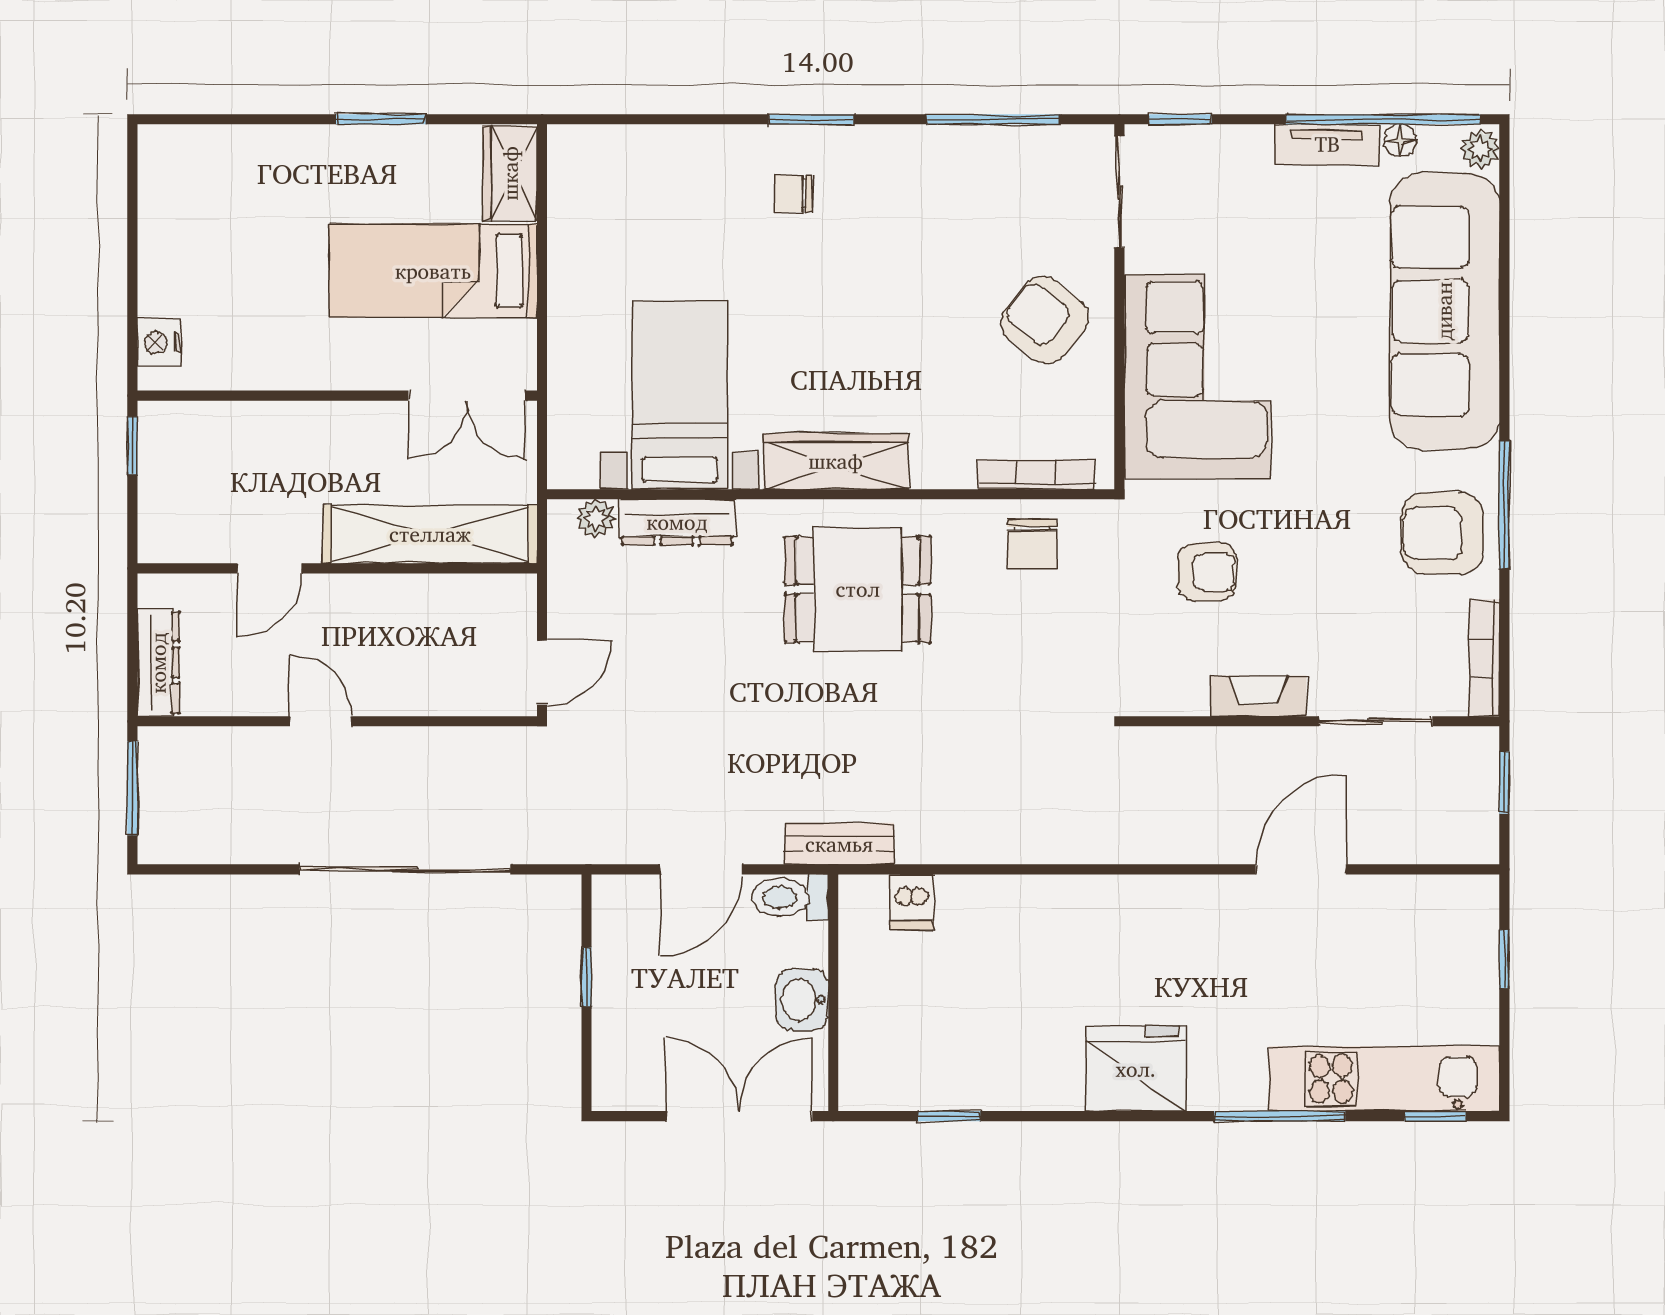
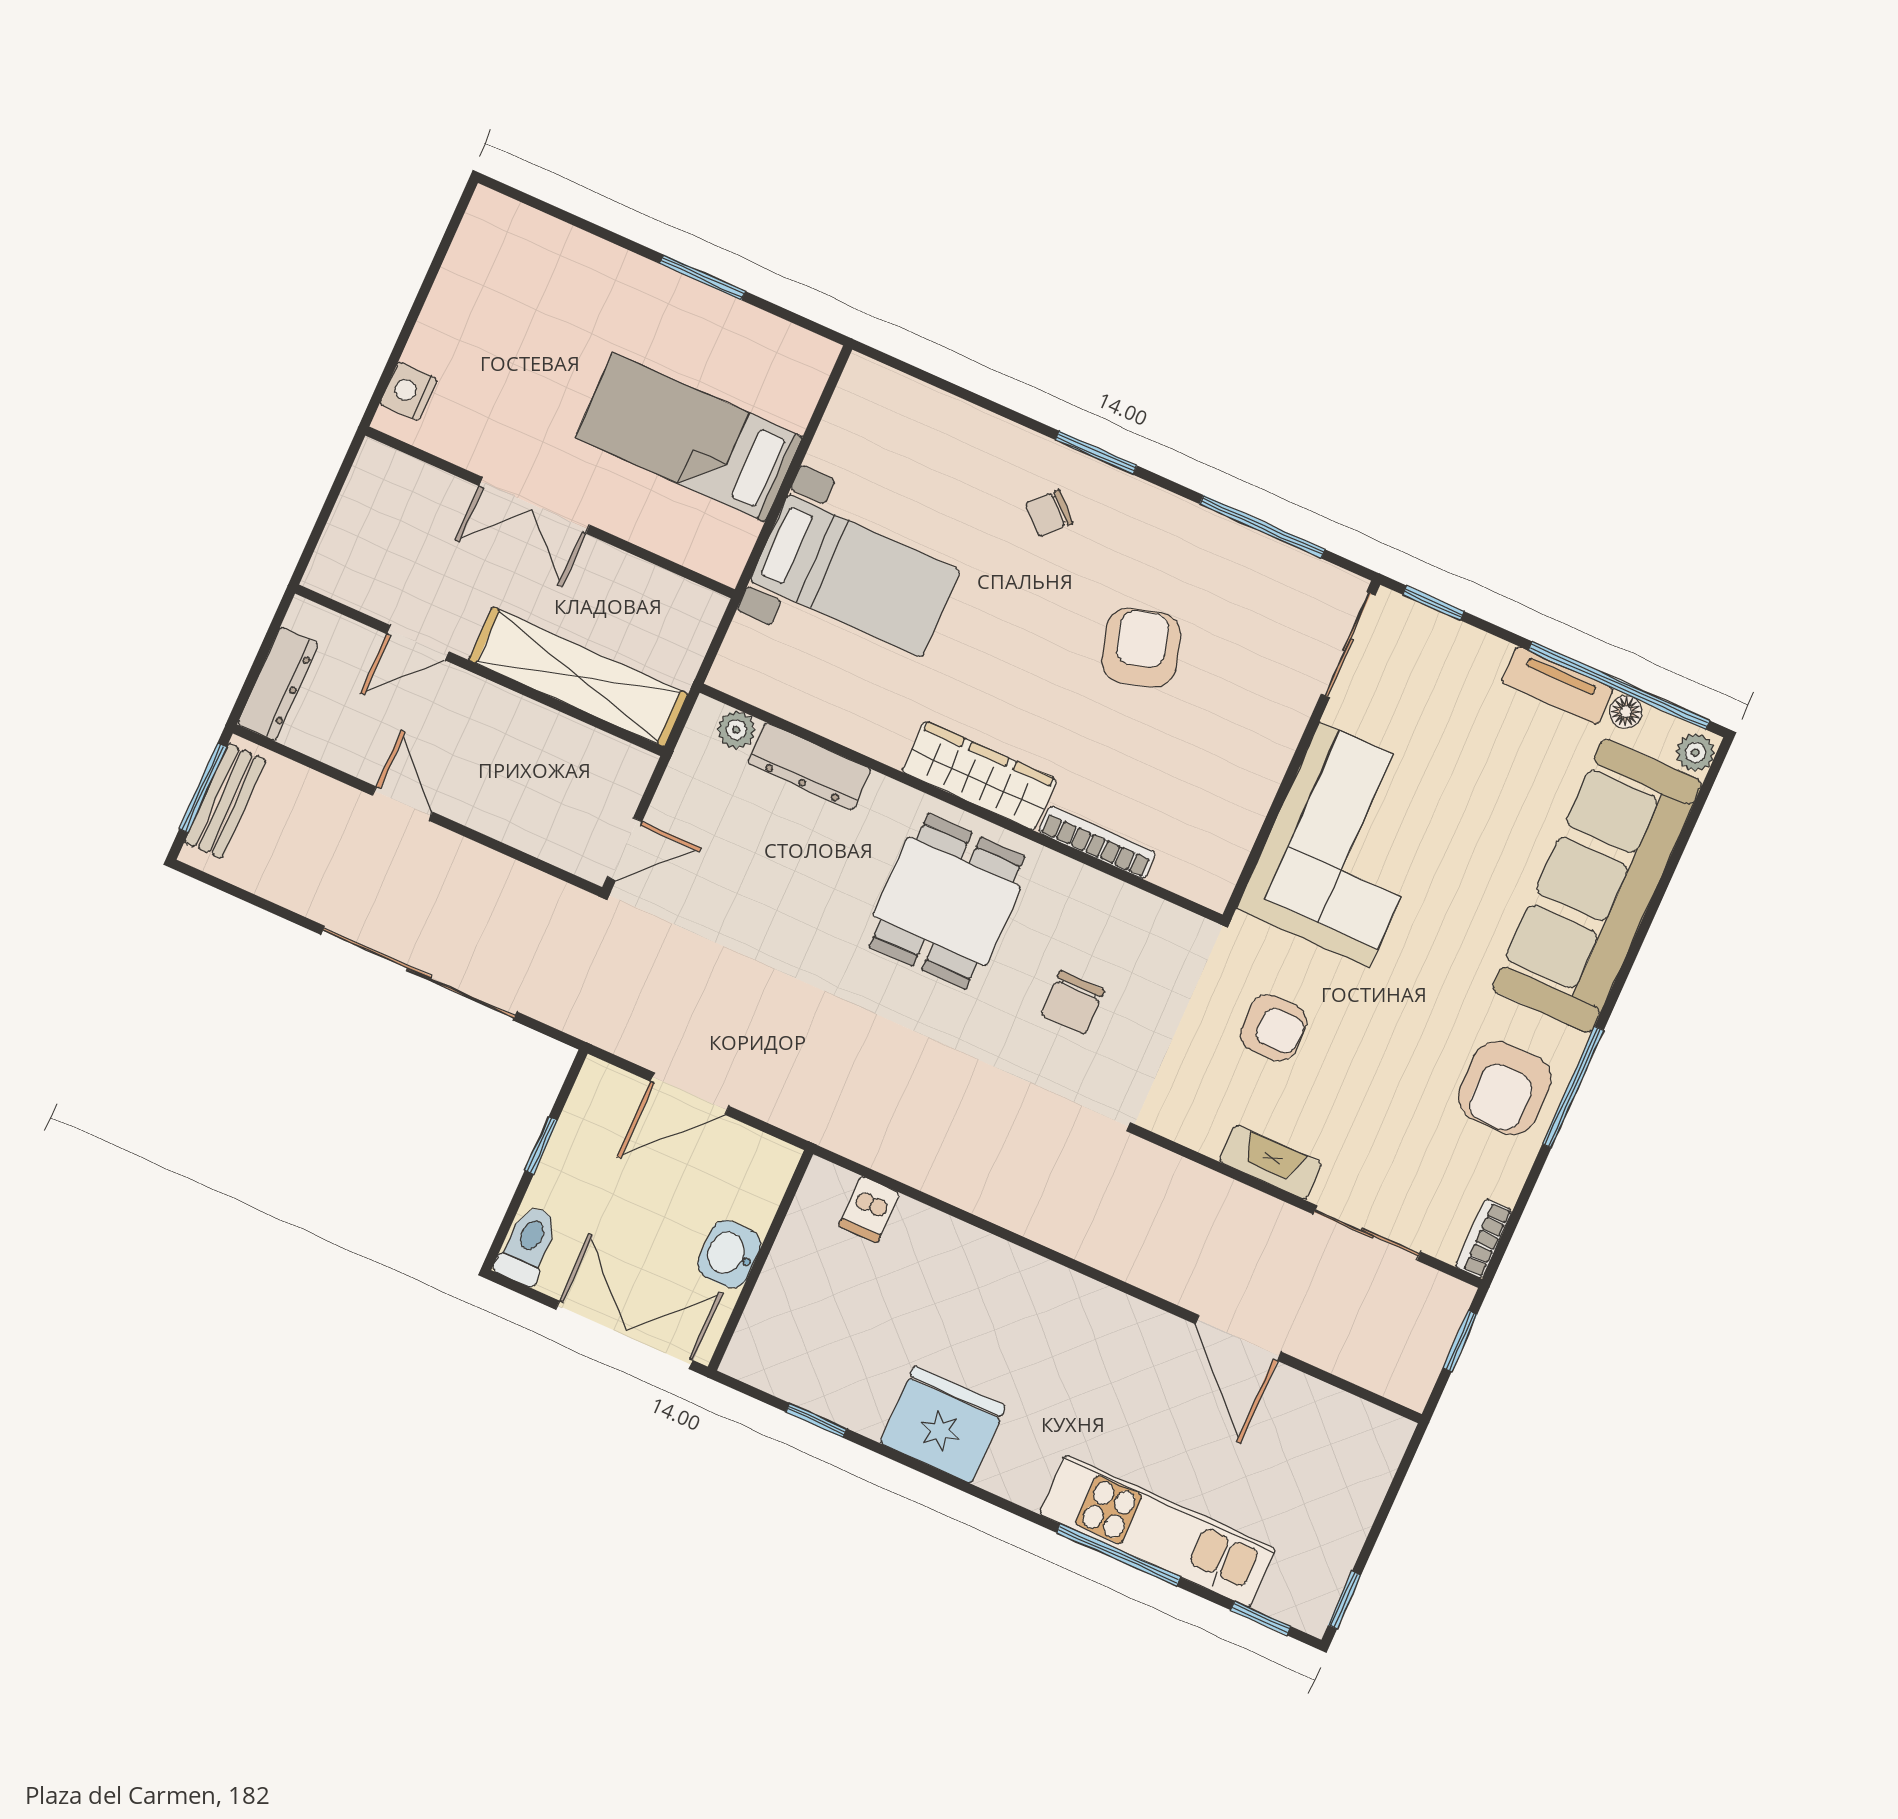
wardrobe: (510, 173) -> (798, 379), removed
chair: (793, 193) -> (1049, 513), turned -46
armchair: (1045, 320) -> (1141, 648), moved, turned 35
bed with nightstands: (680, 395) -> (855, 576), moved, turned 90
double door: (467, 396) -> (534, 505), moved
window: (132, 446) -> (342, 475), removed
bookcase: (1036, 475) -> (1097, 842), moved
armchair: (1442, 533) -> (1505, 1088), turned -90
chair: (1032, 544) -> (1073, 1003), moved
dining table: (858, 589) -> (947, 901), turned 90
bookcase: (1484, 658) -> (1484, 1239), width x0.64
bench: (839, 844) -> (225, 801), moved, turned 90
door: (1301, 869) -> (1238, 1338), swing flipped
toilet: (790, 897) -> (528, 1245), moved, turned 90
window: (1504, 959) -> (1345, 1600), moved
fridge: (1136, 1069) -> (943, 1425), moved
kitchen unit: (1384, 1079) -> (1157, 1531), moved

